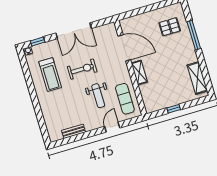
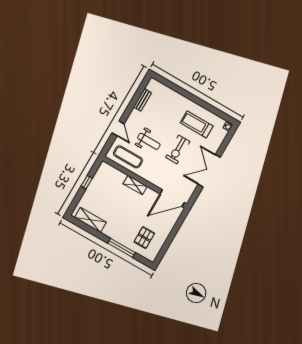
window: (38, 41) -> (227, 139), removed
door: (124, 48) -> (172, 198), moved
weight bench: (98, 96) -> (149, 141), turned 180

